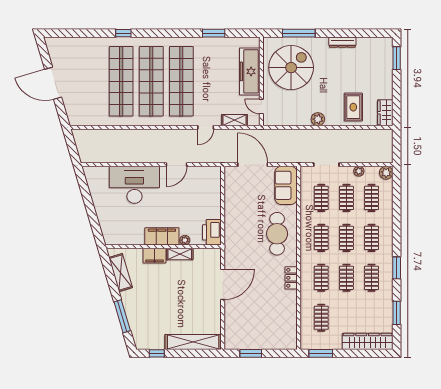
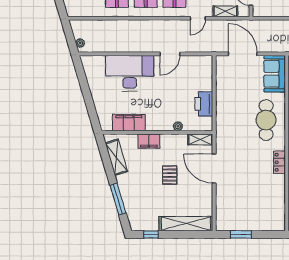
plant: (83, 153) -> (80, 43), added
printer: (212, 232) -> (204, 104), moved
filing cabinet: (162, 236) -> (129, 123), moved
shelving: (180, 254) -> (200, 139), moved
door: (223, 284) -> (214, 169), swing flipped
pallet: (176, 291) -> (170, 175), added

